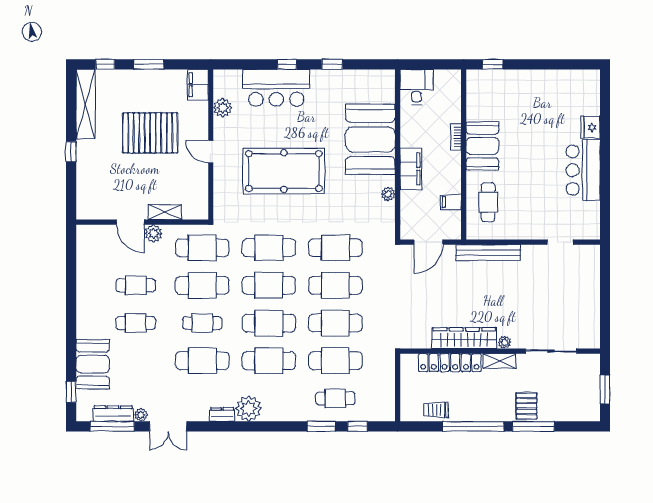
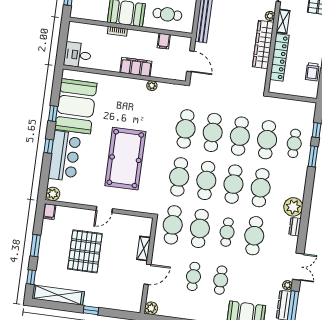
filing cabinet: (198, 85) -> (49, 212), width x0.50
plant: (223, 108) -> (53, 194), moved
booth: (370, 139) -> (76, 106), moved, turned 90
plant: (153, 233) -> (151, 308), moved

